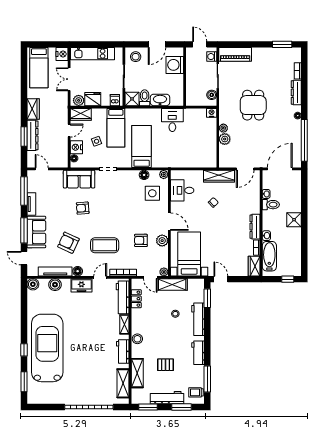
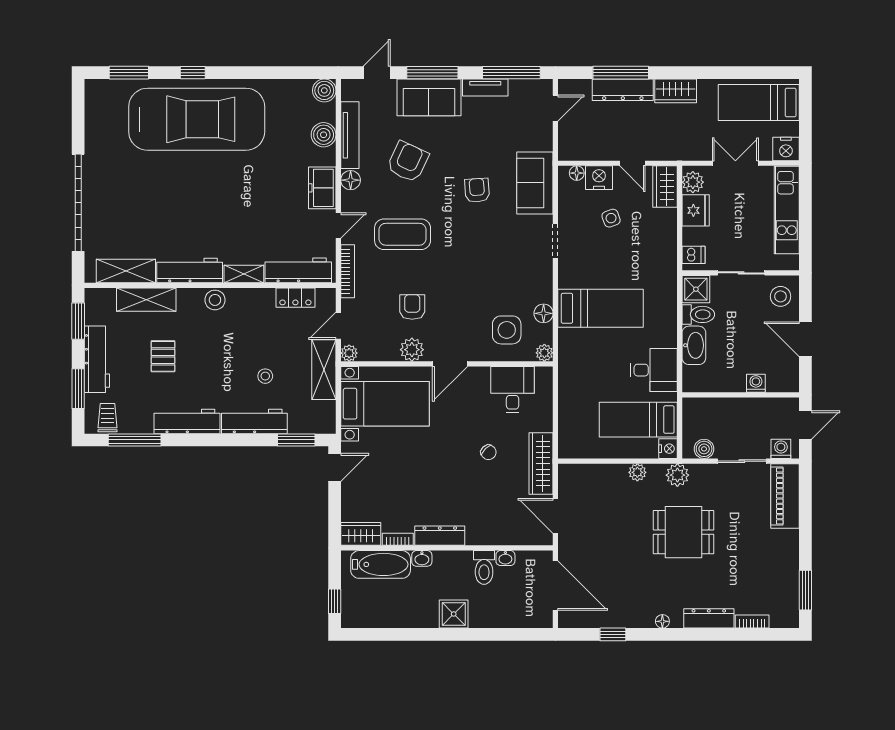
washing machine: (175, 65) -> (756, 383), width x0.53, depth x0.53
bed: (116, 128) -> (638, 420), moved
window: (24, 136) -> (621, 73), width x1.44
plant: (225, 139) -> (677, 475), moved
window: (304, 140) -> (613, 634), width x0.32
coffee table: (105, 245) -> (403, 234), turned 90
door: (100, 277) -> (338, 225), hinge flipped
workbench: (123, 351) -> (190, 270), width x1.38
workbench: (198, 353) -> (187, 421), width x1.37

